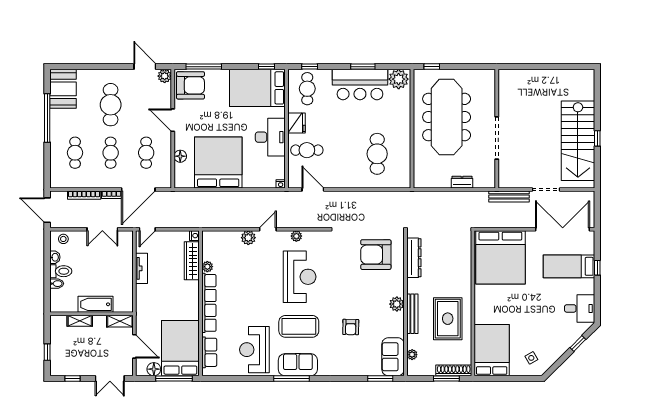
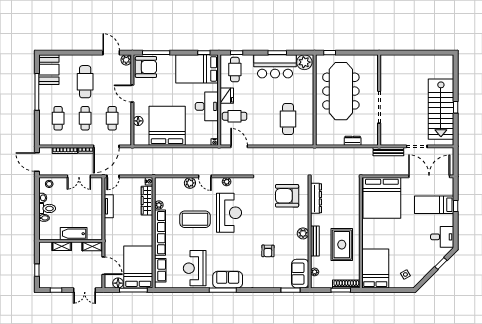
door: (268, 229) -> (205, 176), swing flipped
coffee table: (299, 326) -> (195, 219), moved

